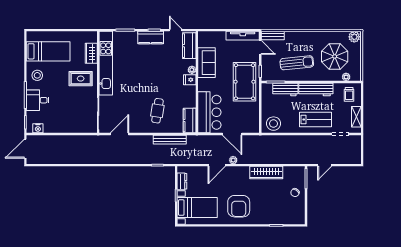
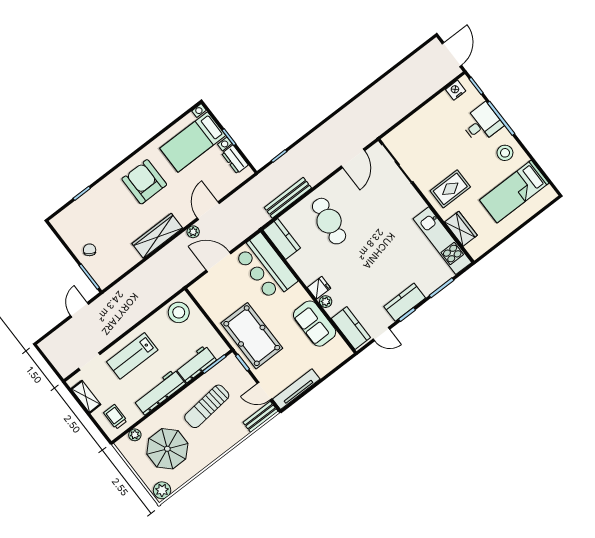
kitchen unit: (106, 63) -> (442, 241), width x0.73
cafe table: (157, 111) -> (329, 221), width x1.37, depth x1.35
wardrobe: (266, 173) -> (157, 236), moved

